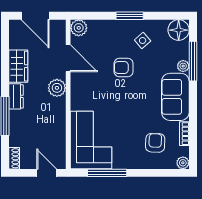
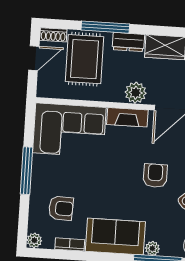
fireplace: (77, 93) -> (127, 117), added
rug: (32, 131) -> (84, 59), added
door: (47, 173) -> (34, 58), moved
window: (107, 173) -> (27, 171), moved

